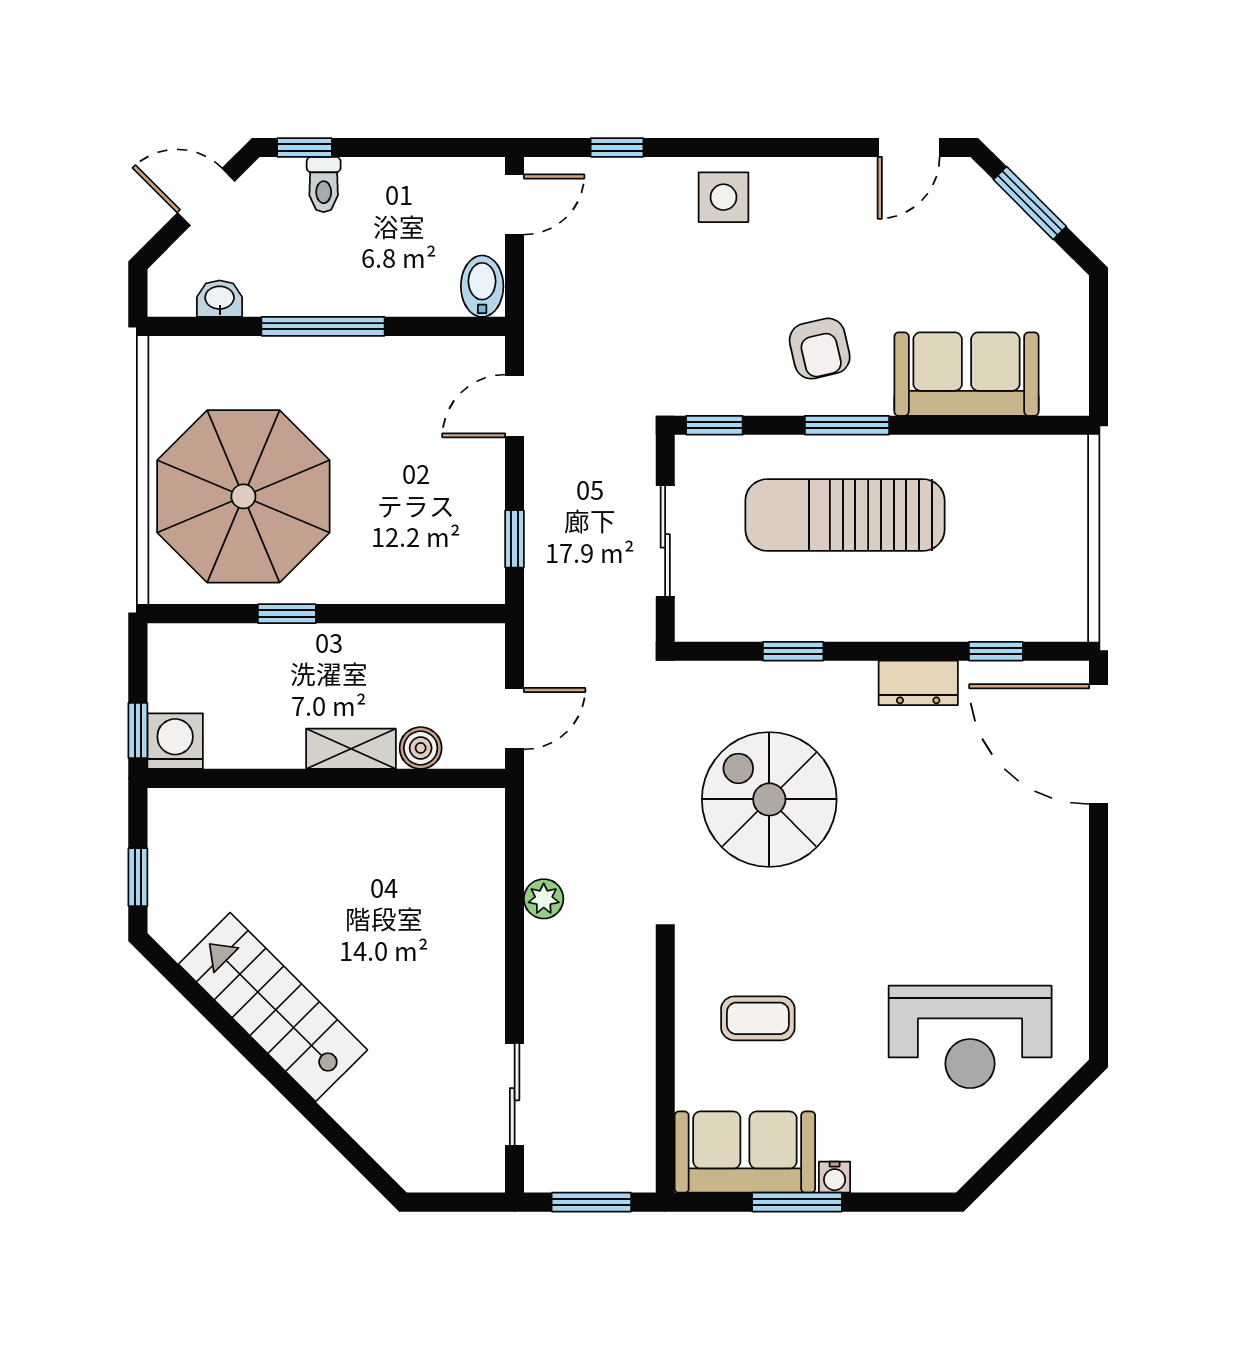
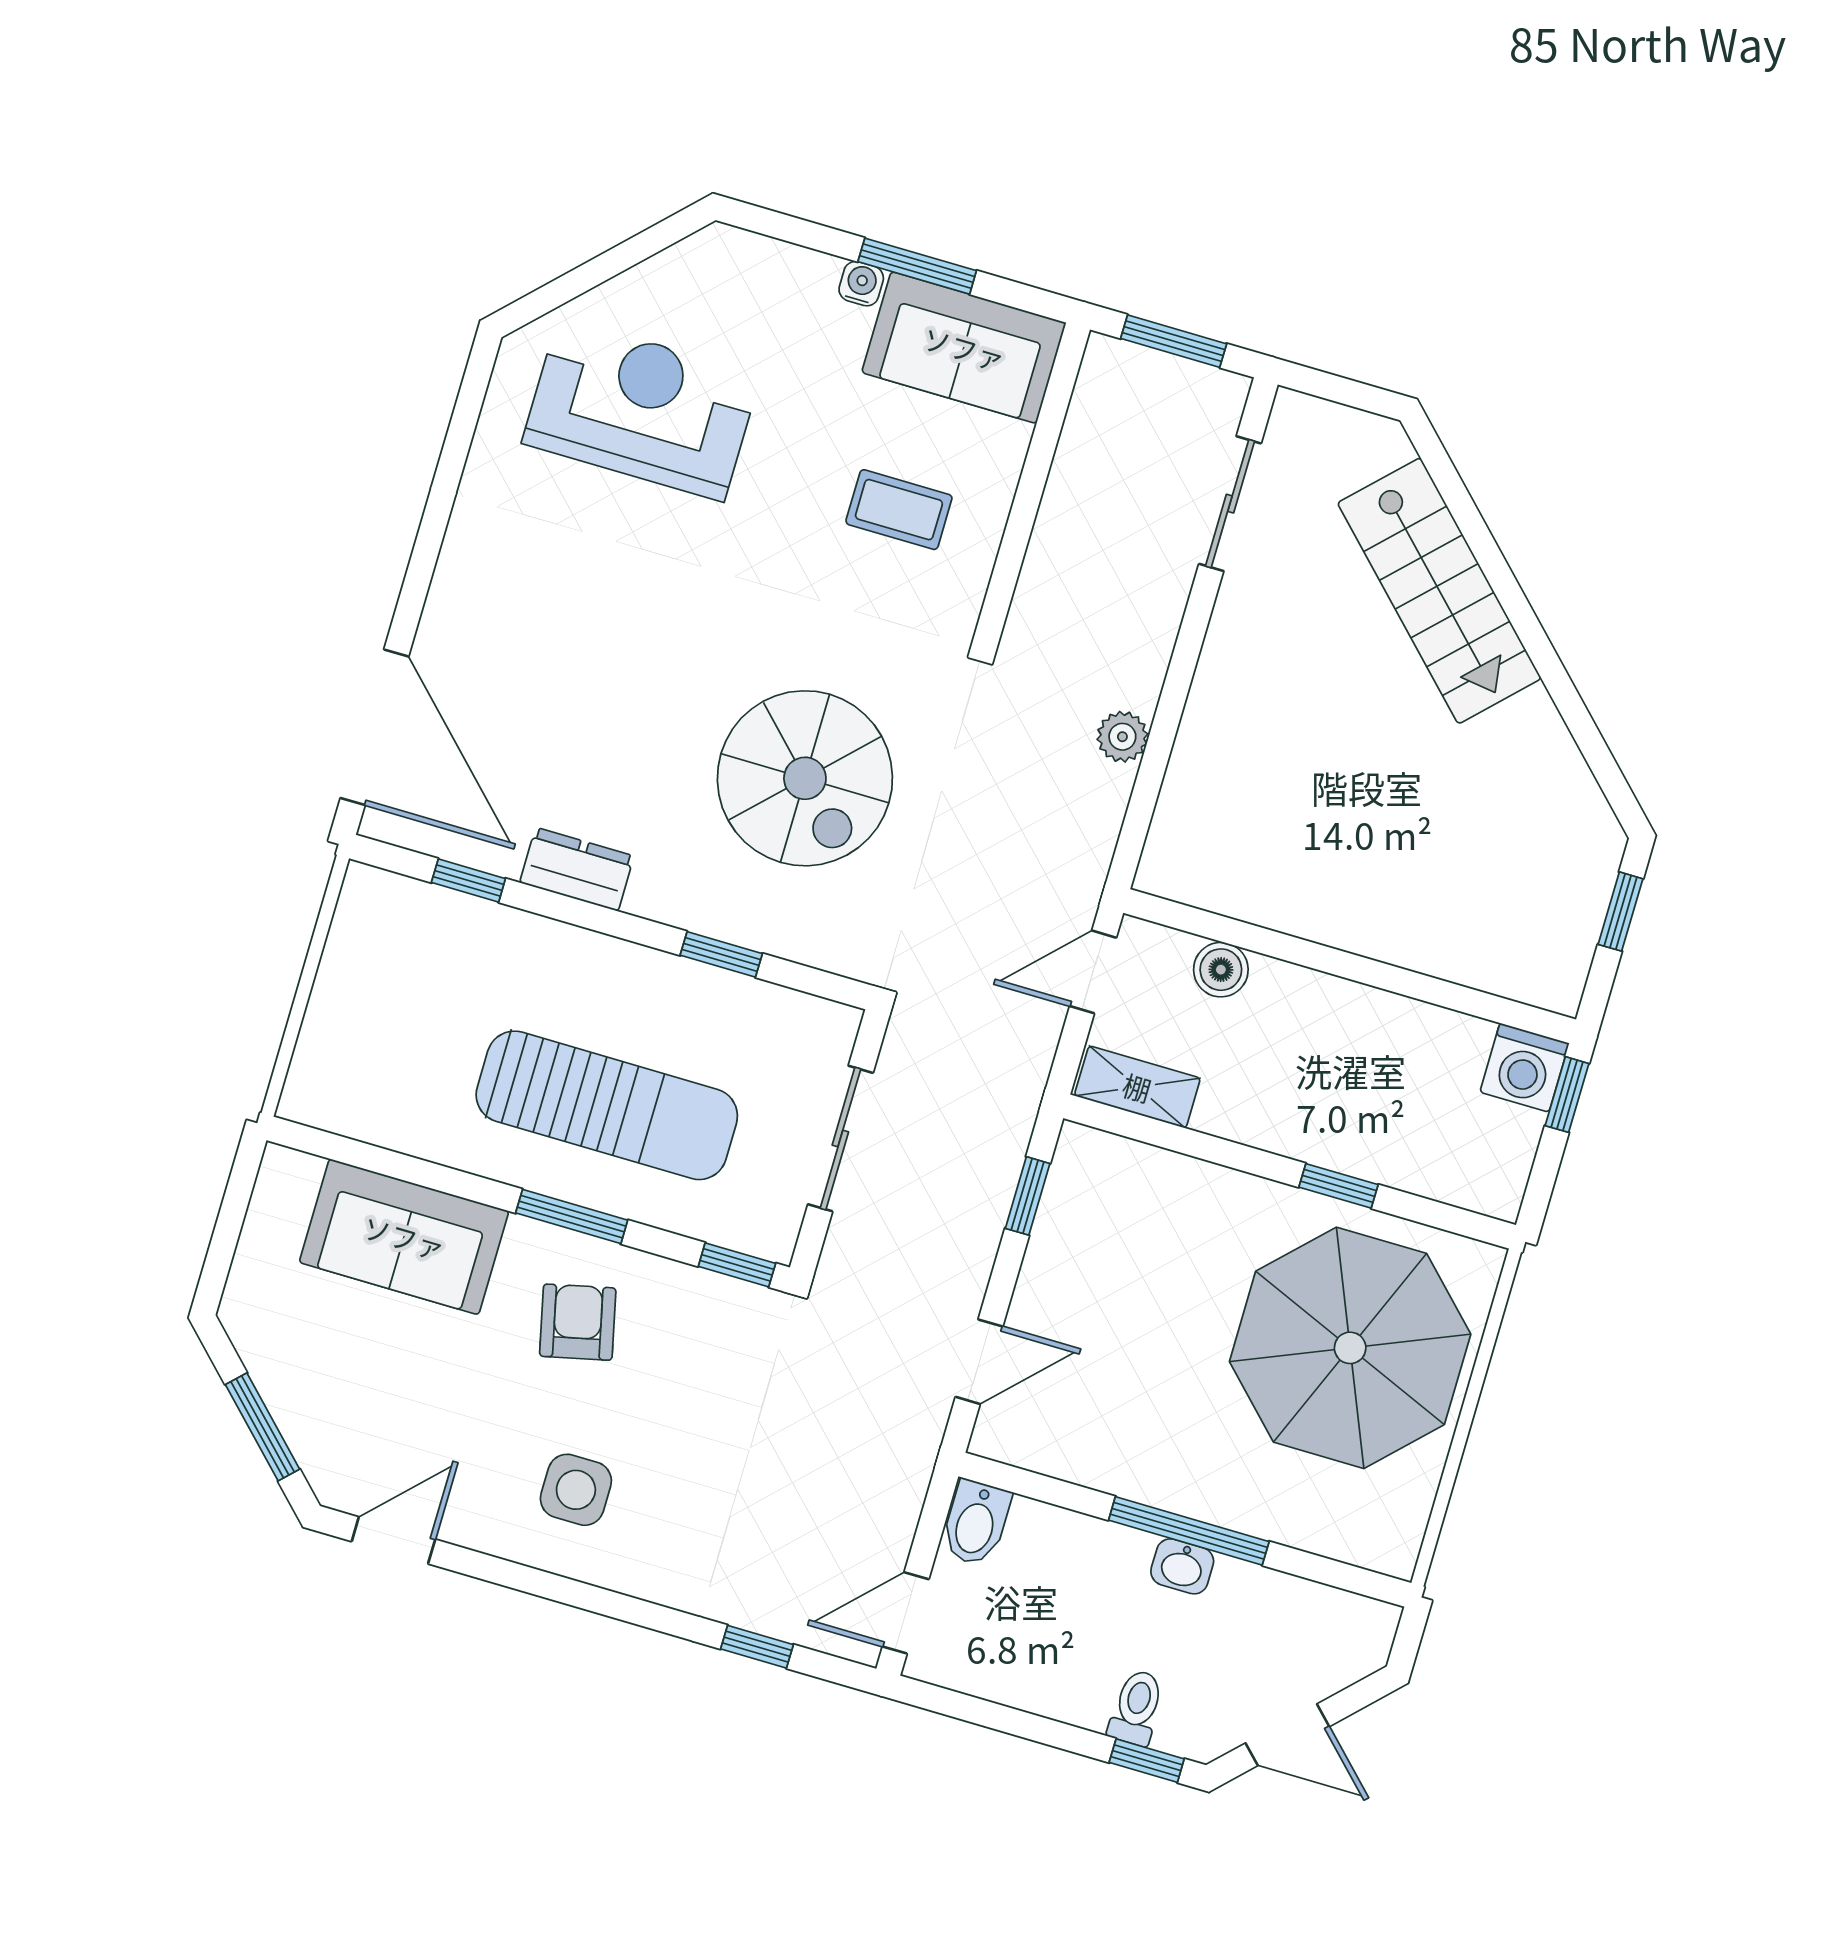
side table: (723, 197) -> (576, 1490), moved
washbasin: (220, 299) -> (1182, 1566), moved
shelving: (351, 749) -> (1137, 1087), moved
stairs: (273, 1007) -> (1439, 591), moved

